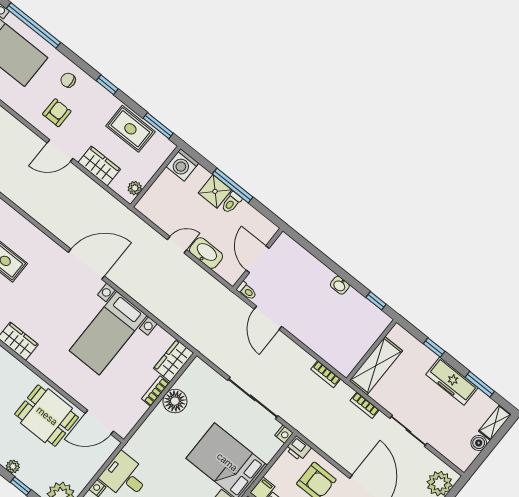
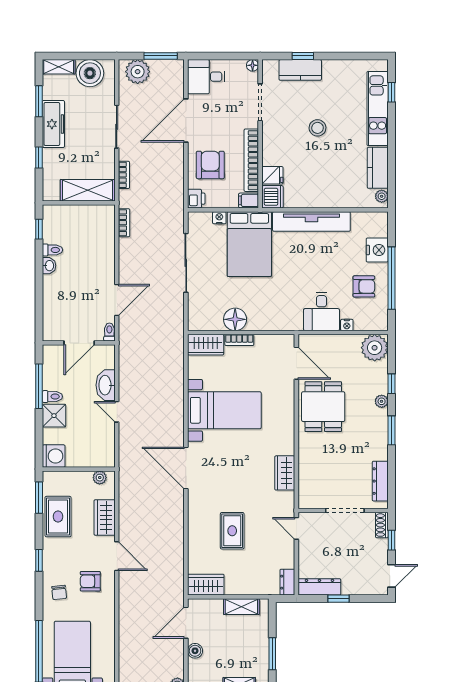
window: (233, 185) -> (39, 386), moved
toilet: (350, 298) -> (52, 250), added
nightstand: (284, 434) -> (219, 218), moved
boiler: (479, 443) -> (90, 73), width x1.86, depth x1.86

